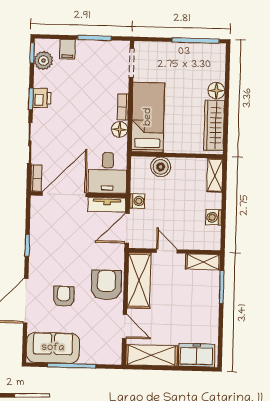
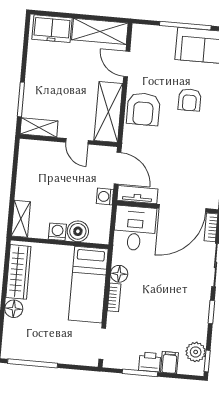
printer: (42, 98) -> (150, 362), moved, turned 90
washing machine: (214, 217) -> (57, 232), moved, turned -90
door: (127, 228) -> (118, 168), hinge flipped

